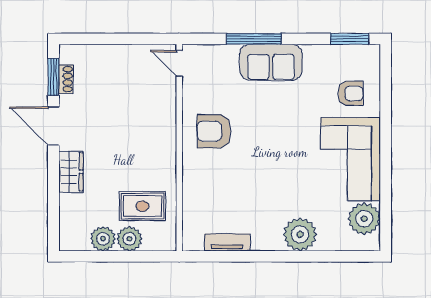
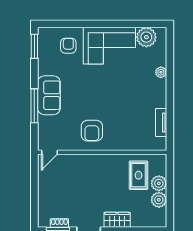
plant: (300, 234) -> (161, 72), width x0.53, depth x0.53

